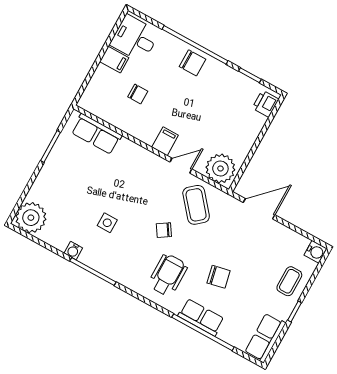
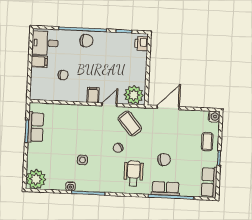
row of seats: (96, 134) -> (36, 127), moved, turned -90

